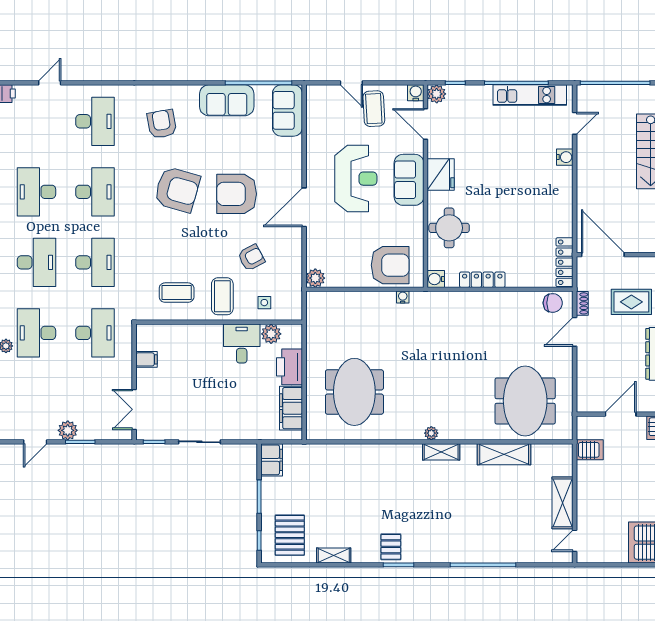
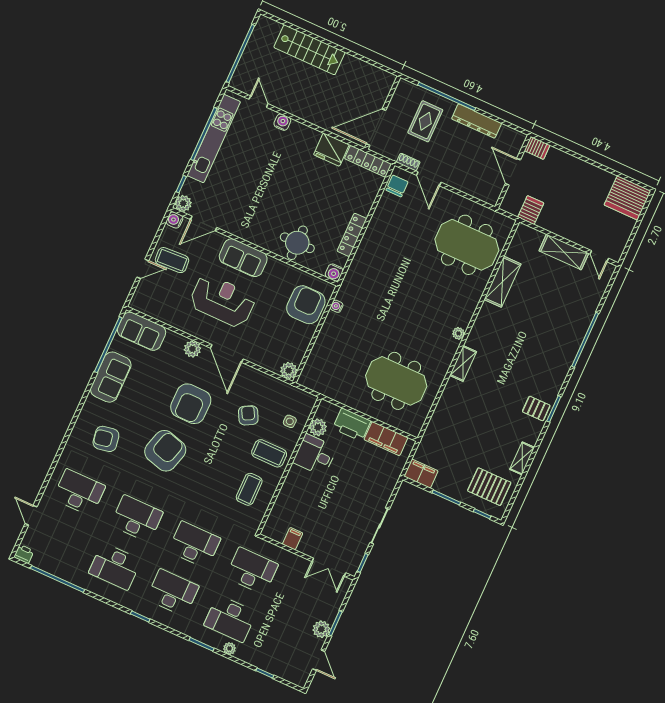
kitchen unit: (530, 95) -> (214, 139), width x1.36
plant: (293, 170) -> (192, 349), added
fridge: (441, 174) -> (331, 150), moved, turned 180
shelving: (441, 452) -> (463, 363), moved

